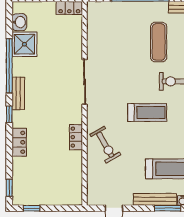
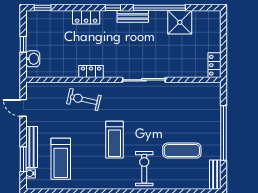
washbasin: (19, 22) -> (33, 59), moved, turned -90
exercise bike: (105, 145) -> (84, 100), turned 43
window: (32, 208) -> (23, 44), moved

